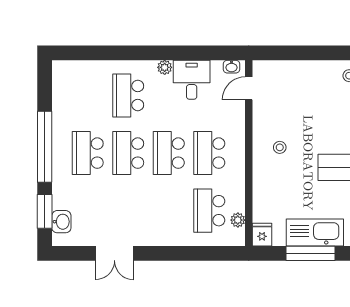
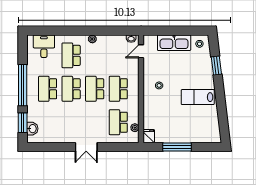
desk: (192, 80) -> (44, 46), moved
kitchen sink: (315, 232) -> (174, 43), moved, turned 180
double door: (114, 253) -> (86, 147), moved

